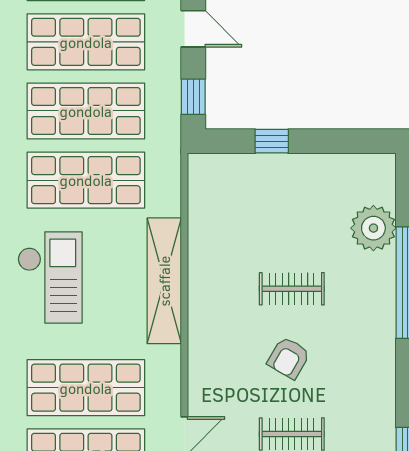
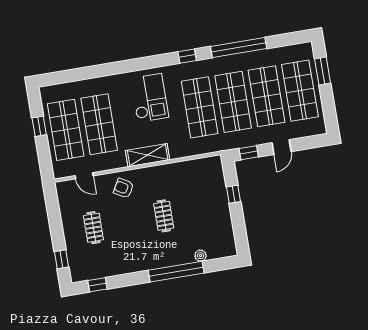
plant: (373, 228) -> (201, 256), width x0.53, depth x0.53
checkout: (50, 277) -> (150, 98), turned -90
shelving: (164, 281) -> (148, 155), width x0.68
armchair: (289, 358) -> (124, 188), moved

